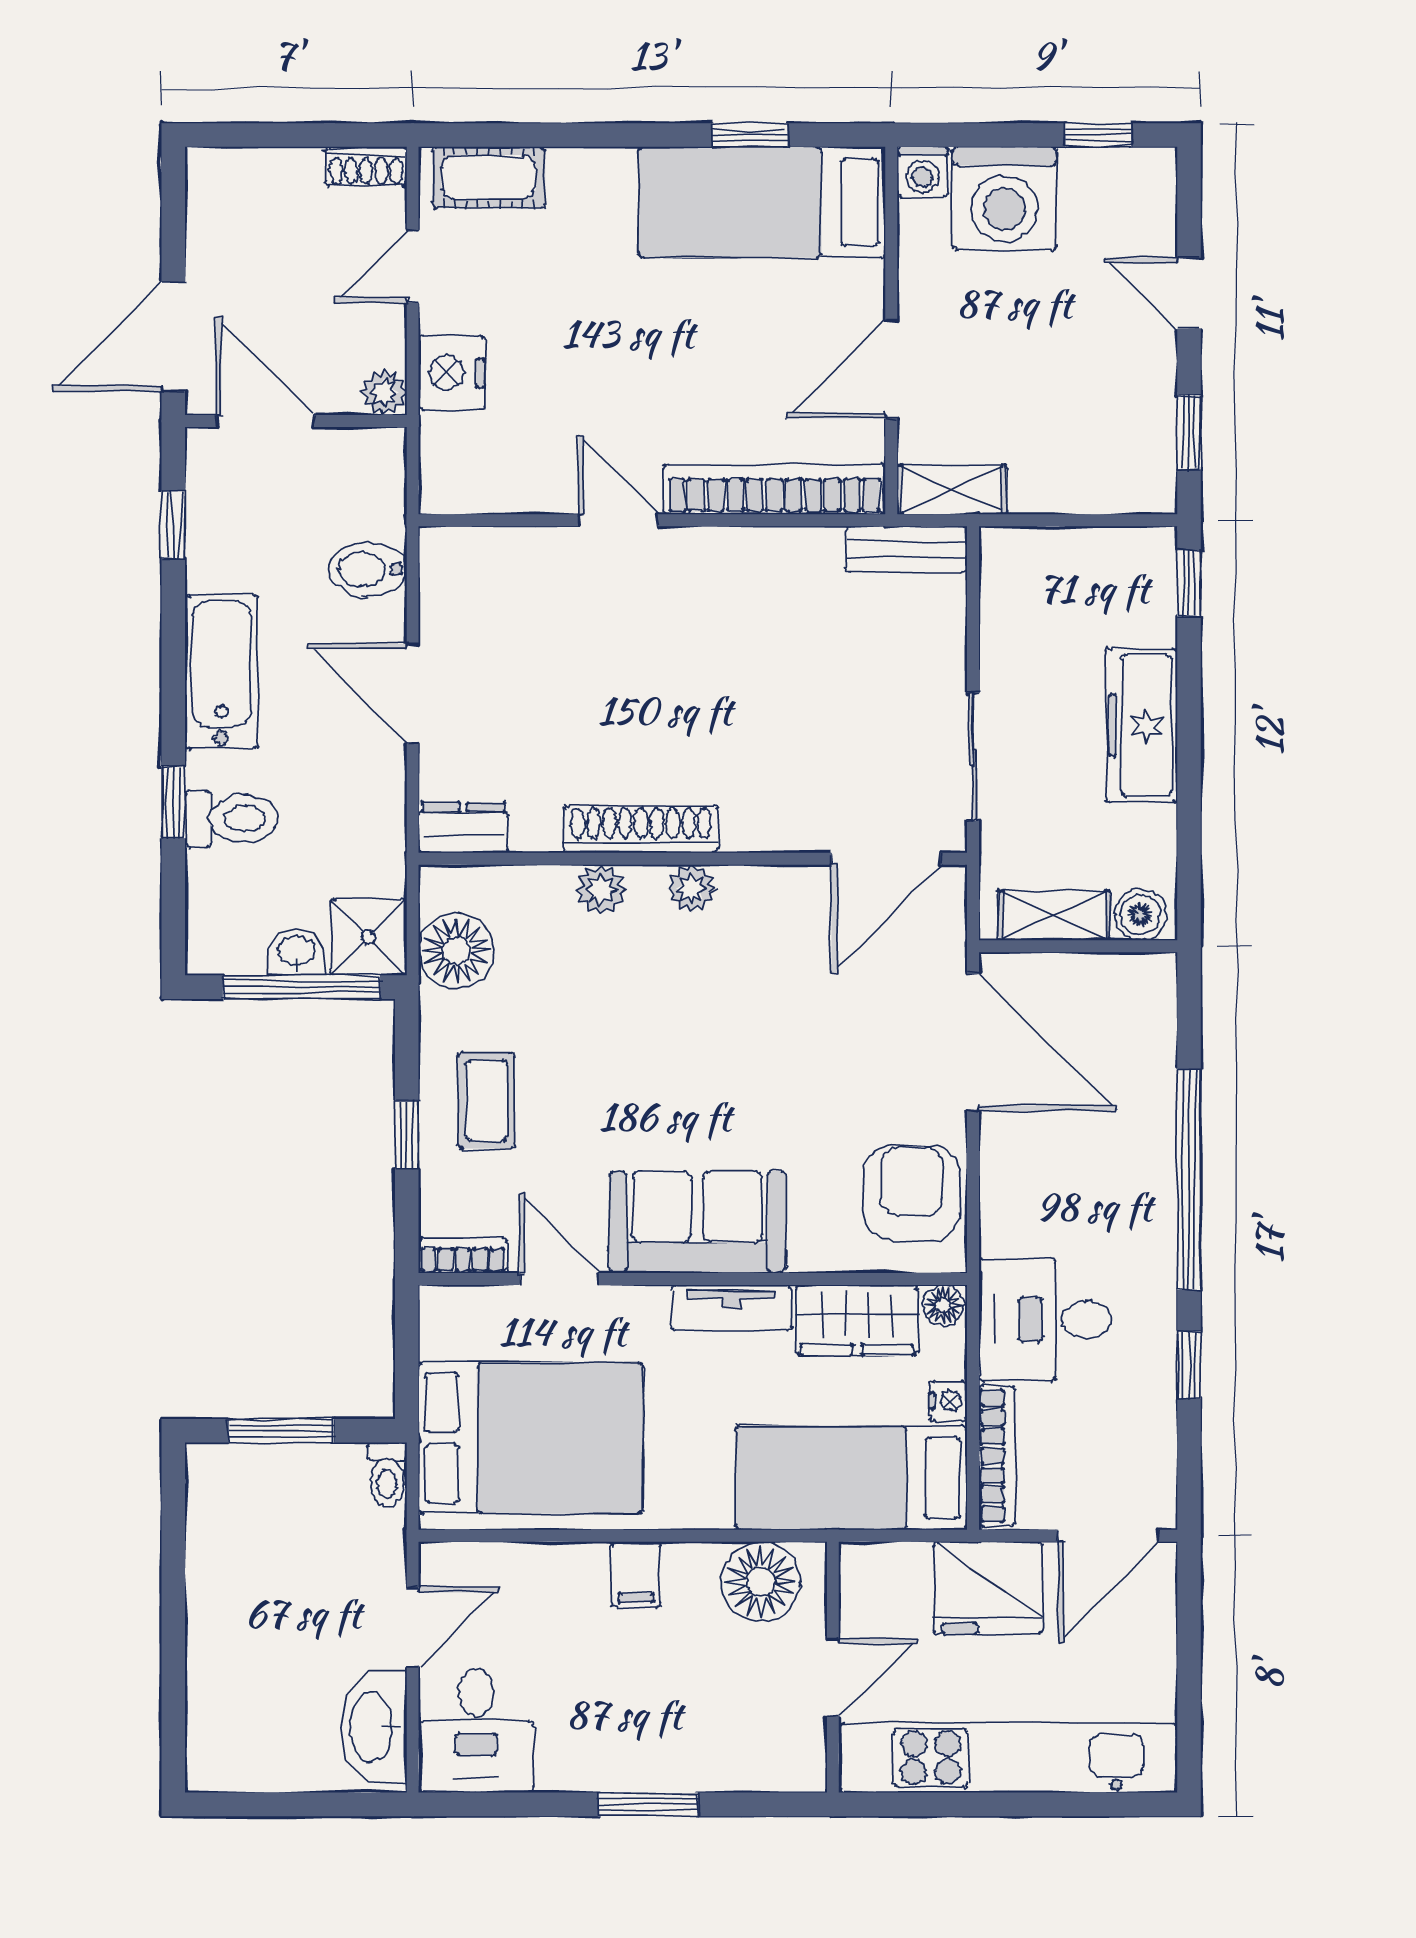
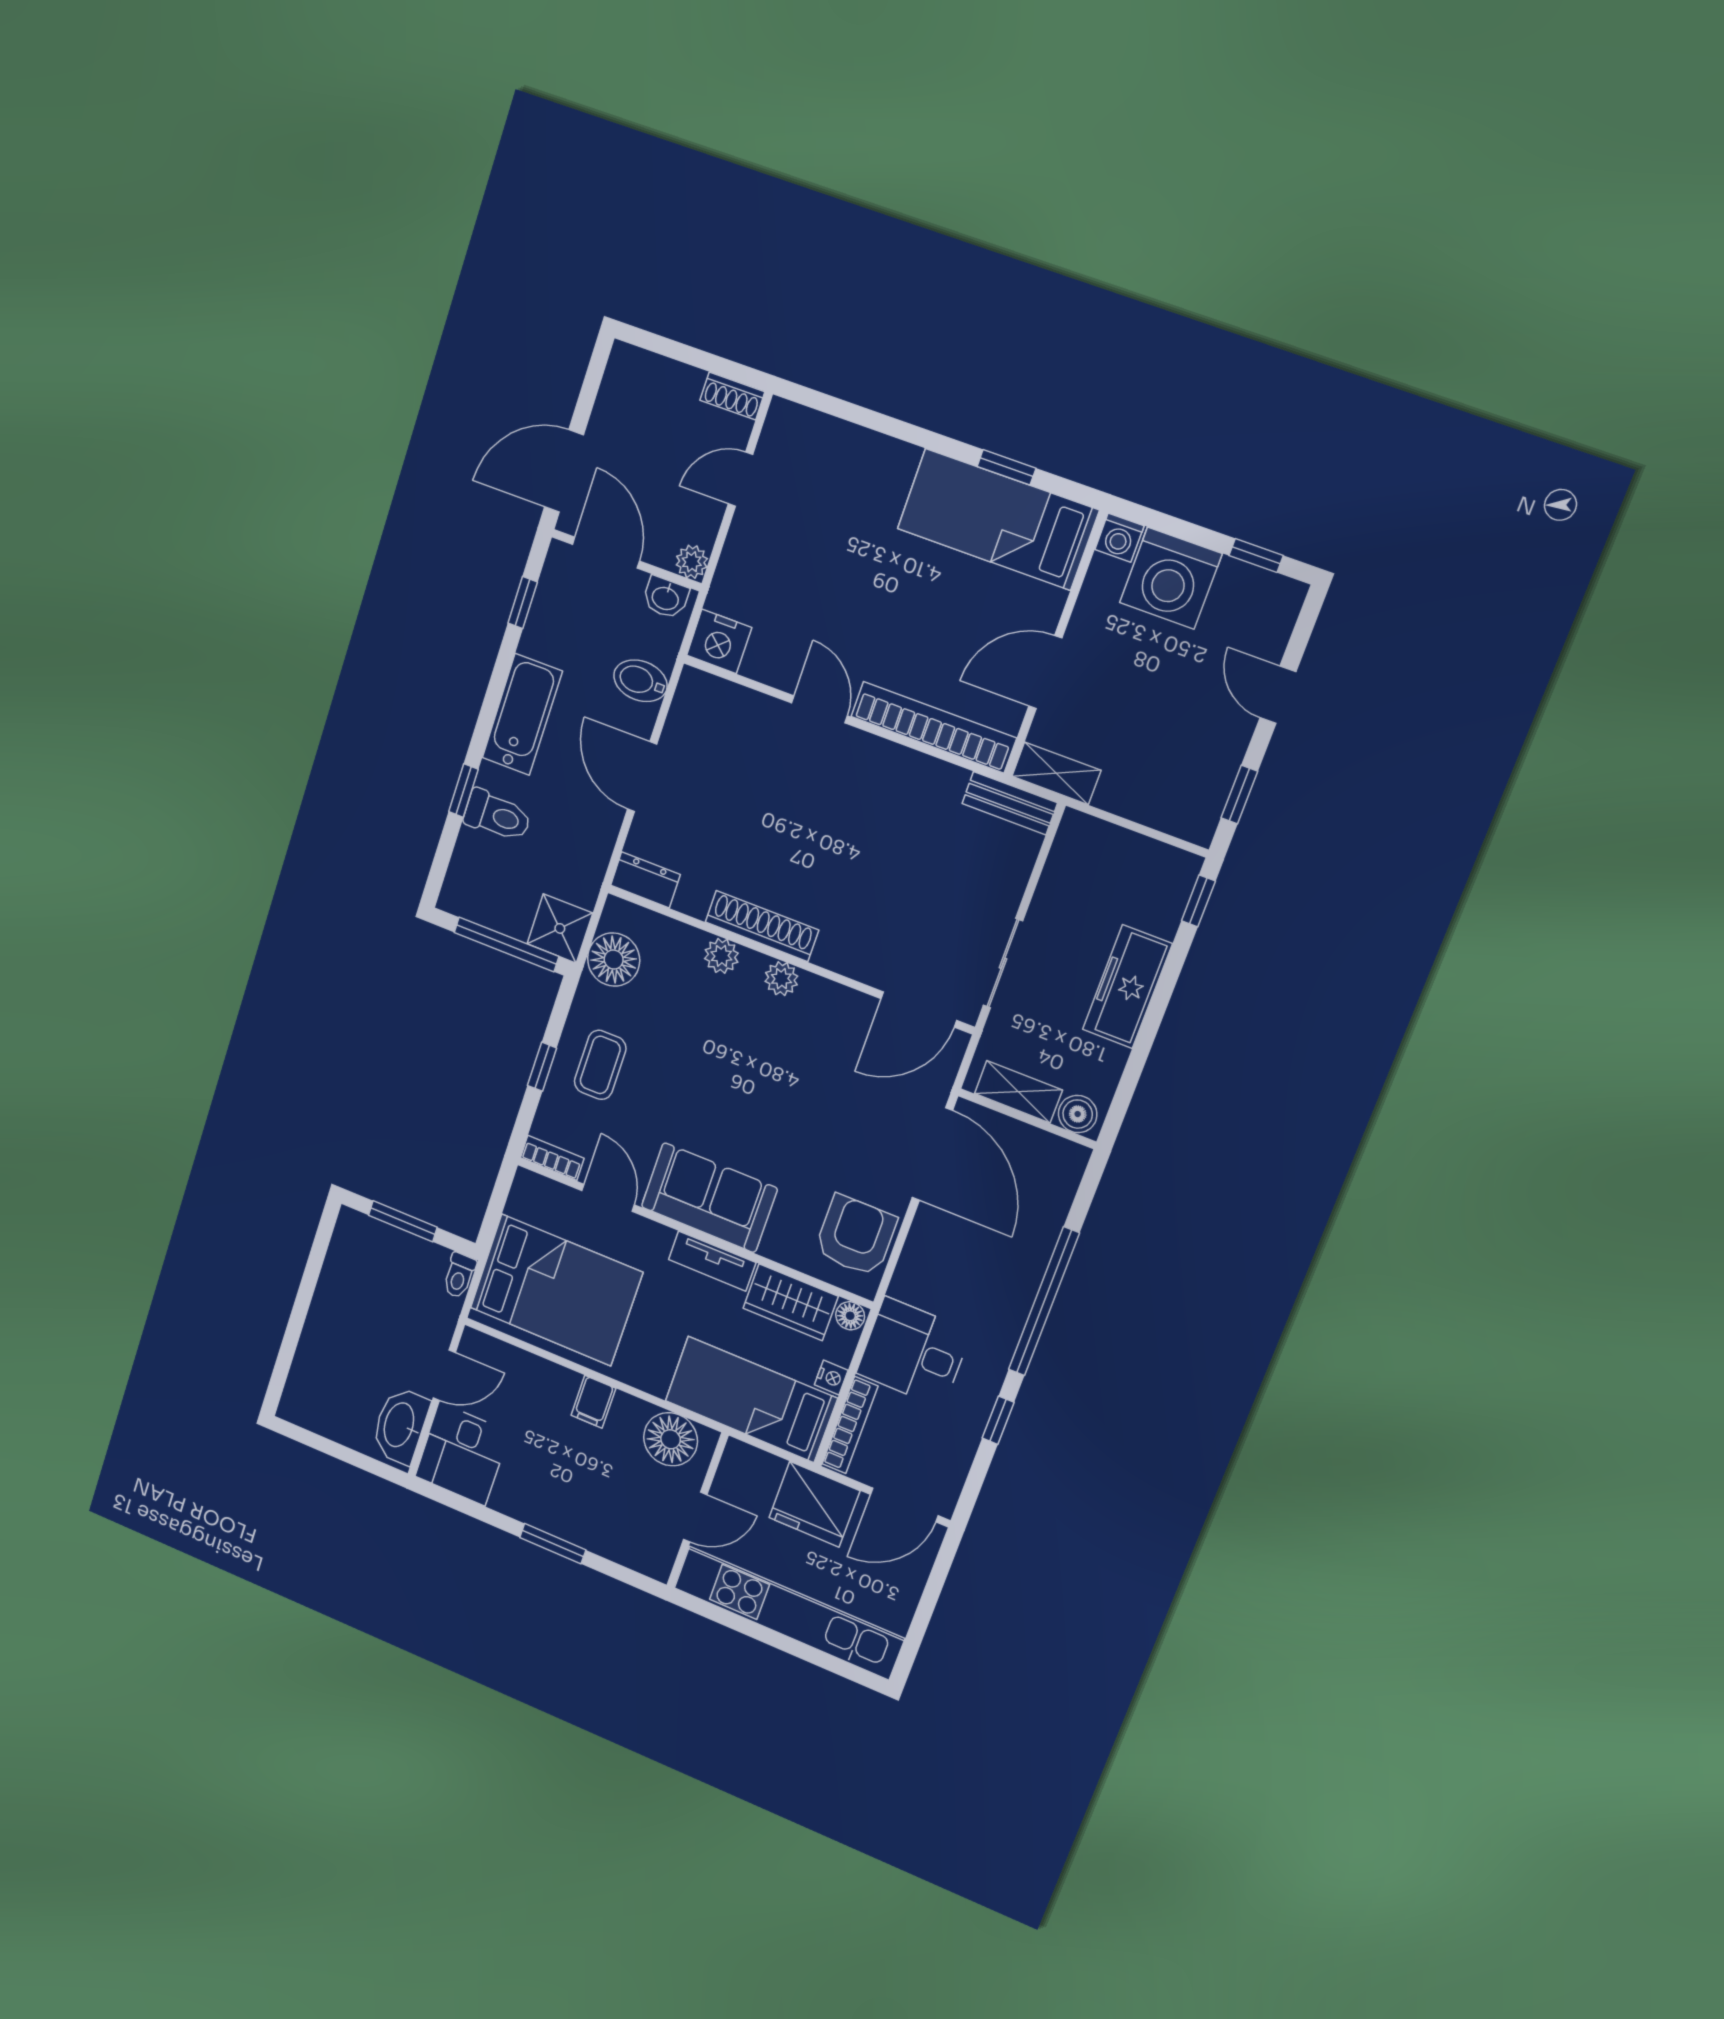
cot: (489, 177) -> (814, 434), removed
nightstand: (452, 373) -> (719, 641), moved, turned -90
washbasin: (296, 952) -> (666, 598), moved, turned 180

